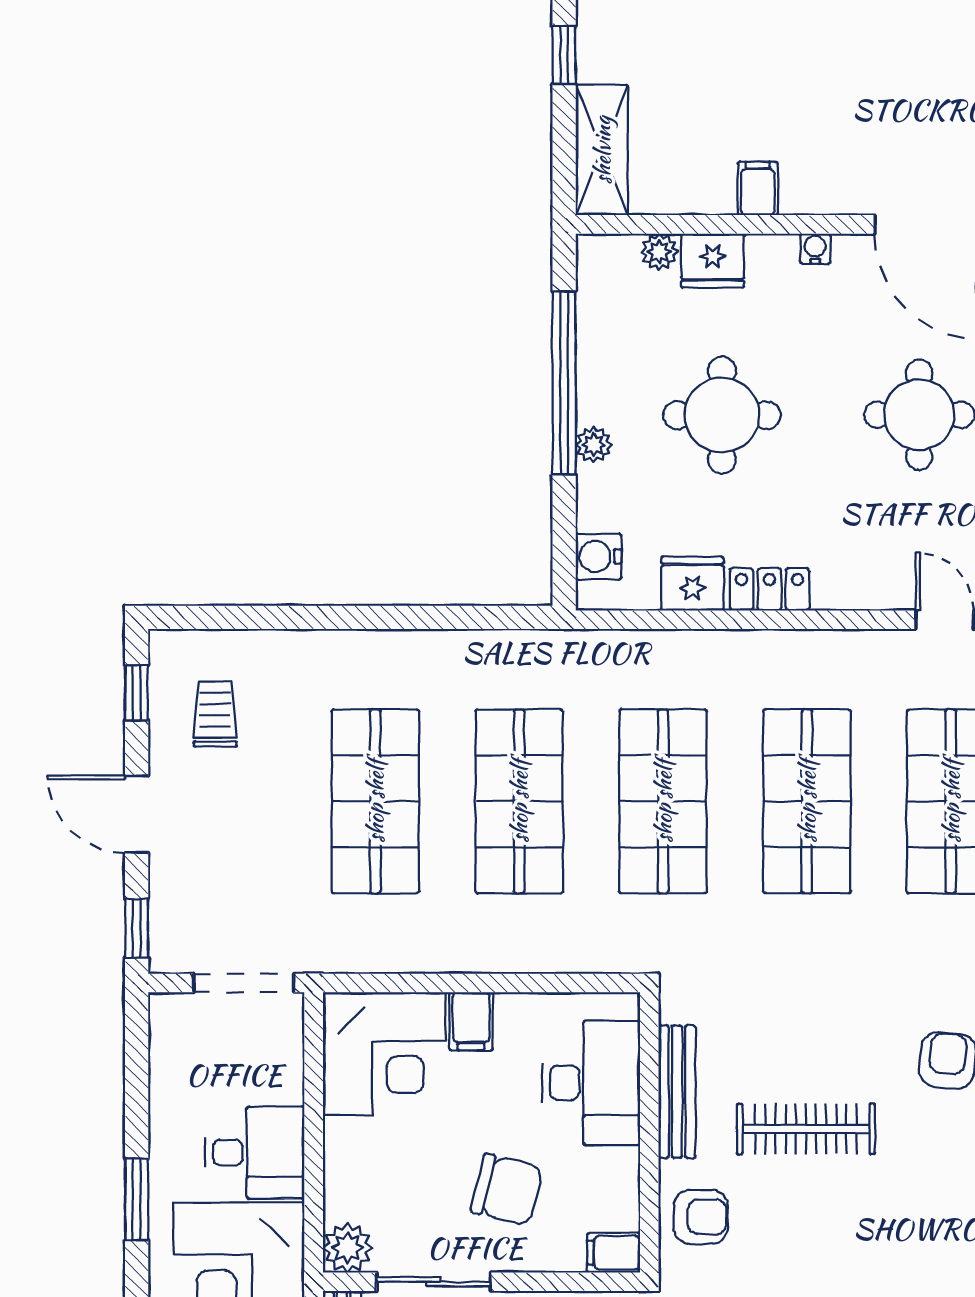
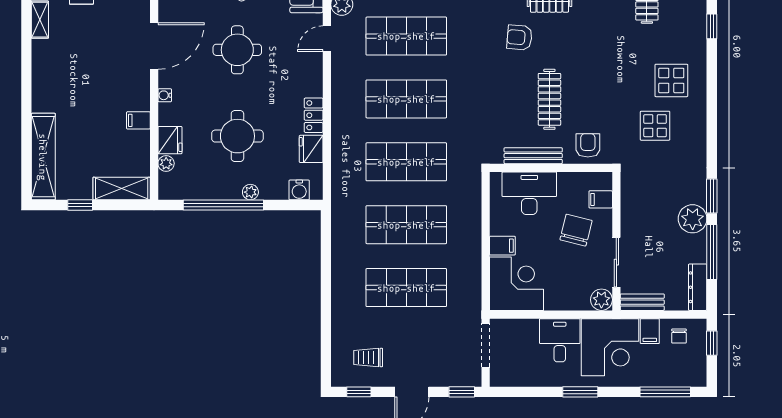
filing cabinet: (613, 1253) -> (601, 199), moved, turned 90

